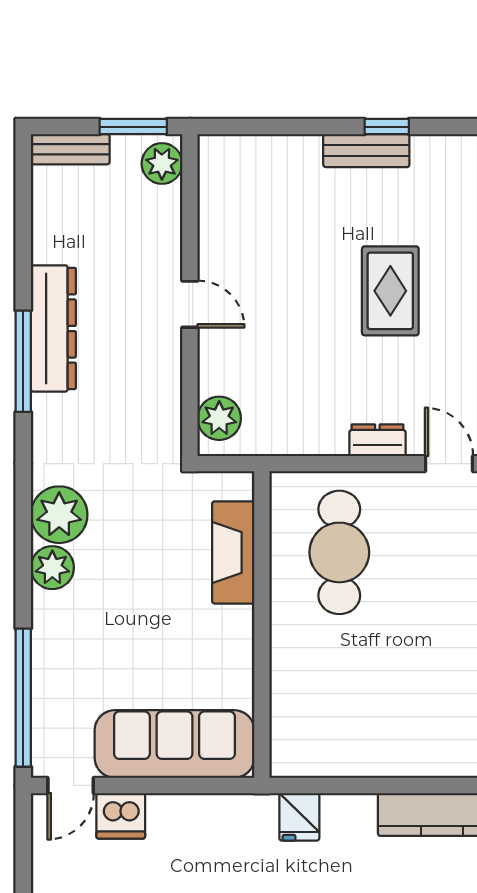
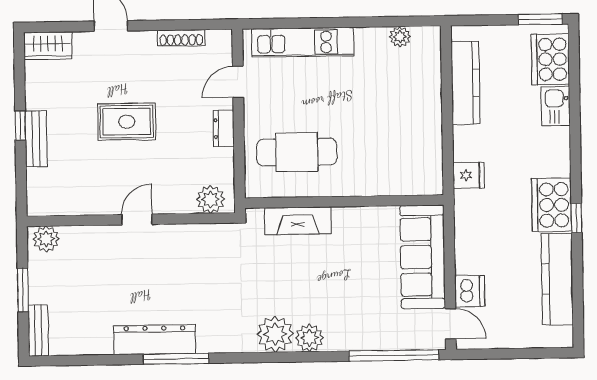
plant: (162, 164) -> (46, 239), moved
wall: (190, 295) -> (131, 220), moved
door: (190, 304) -> (137, 220), moved
plant: (219, 418) -> (211, 199), moved

